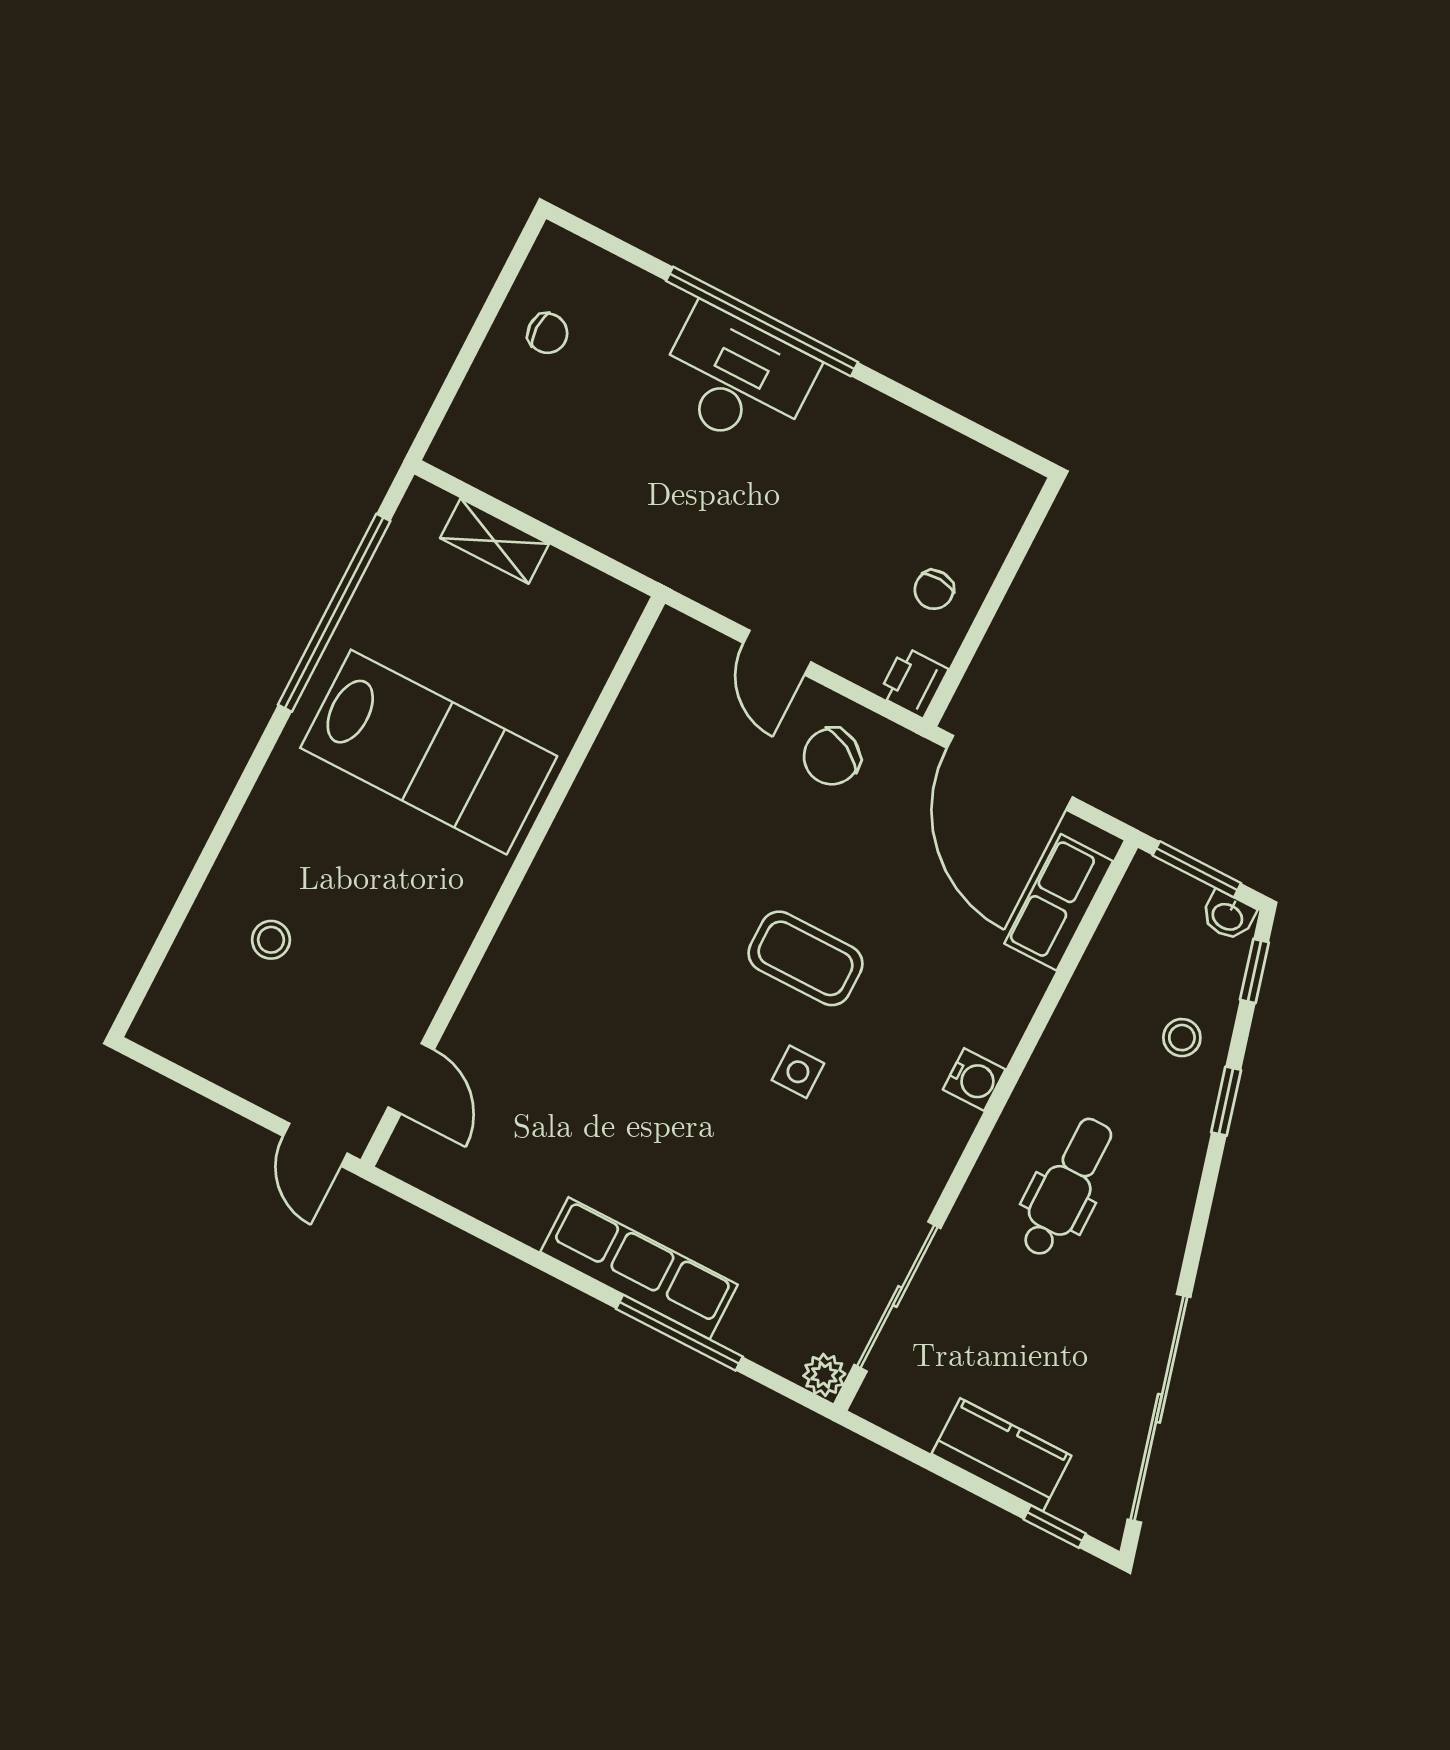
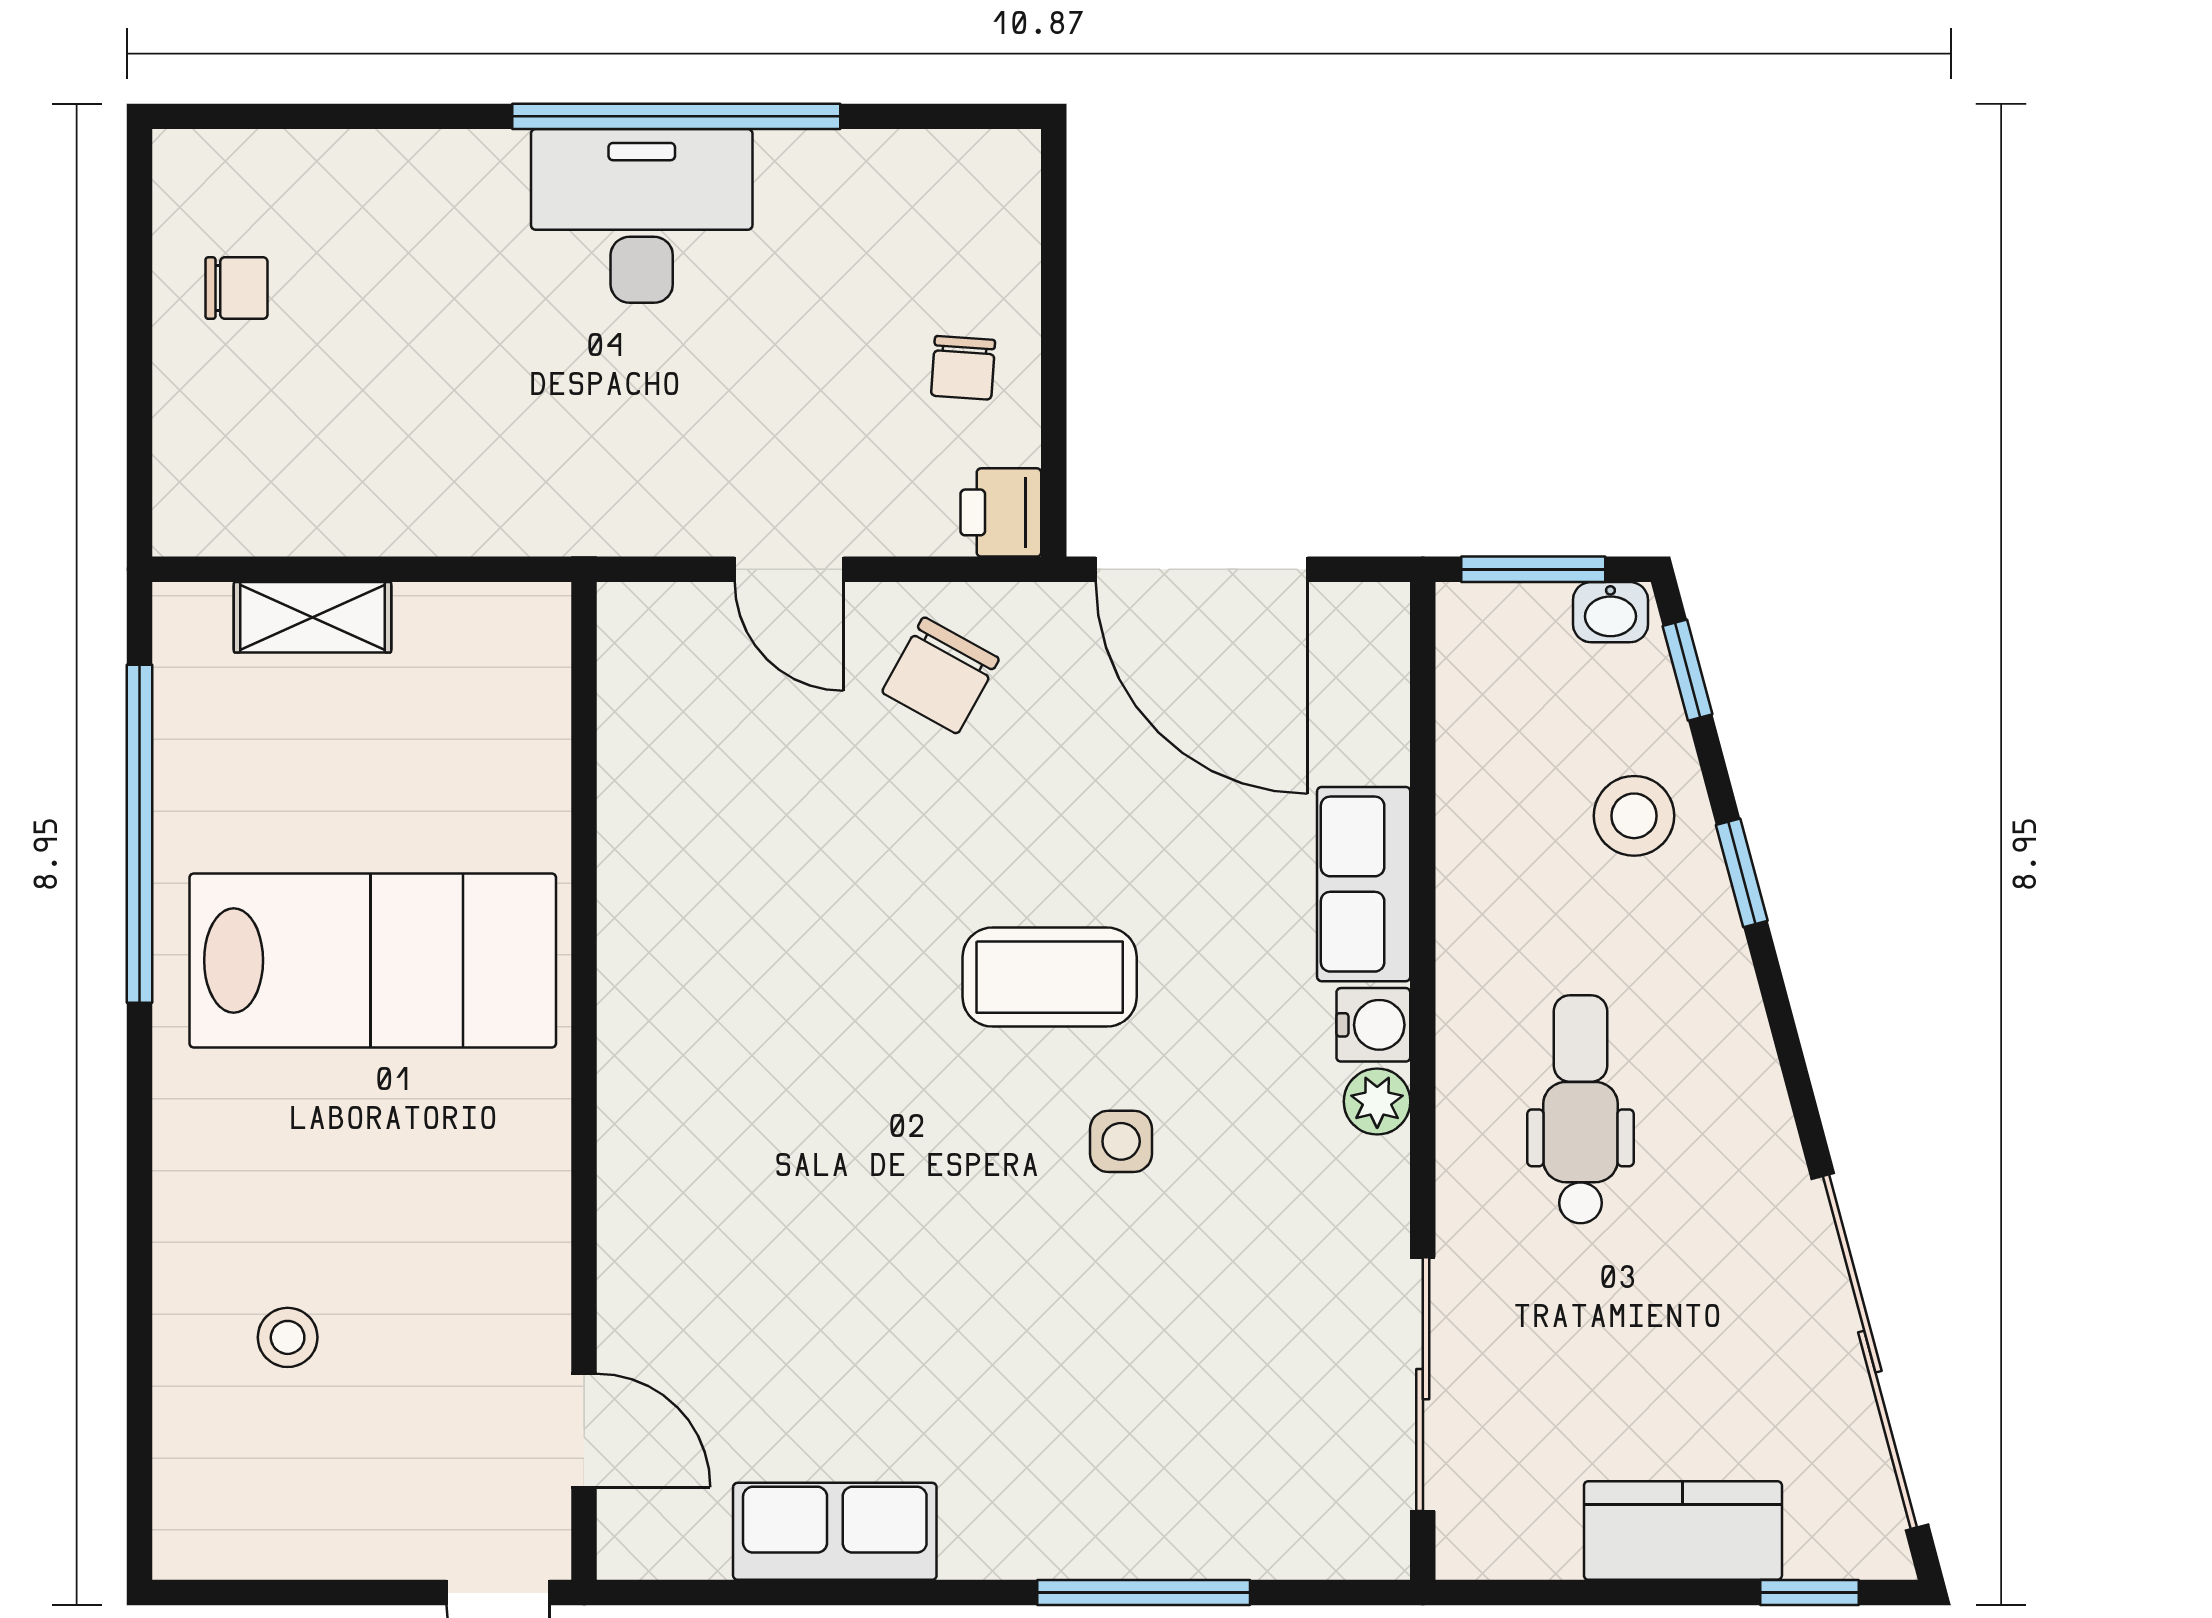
window: (762, 321) -> (676, 116), moved
desk: (736, 379) -> (642, 216), moved
row of seats: (1059, 902) -> (1364, 884), moved
stool: (1182, 1038) -> (1634, 816), width x1.37, depth x1.37
row of seats: (639, 1268) -> (835, 1531), moved, width x0.68
plant: (824, 1375) -> (1377, 1101), moved

